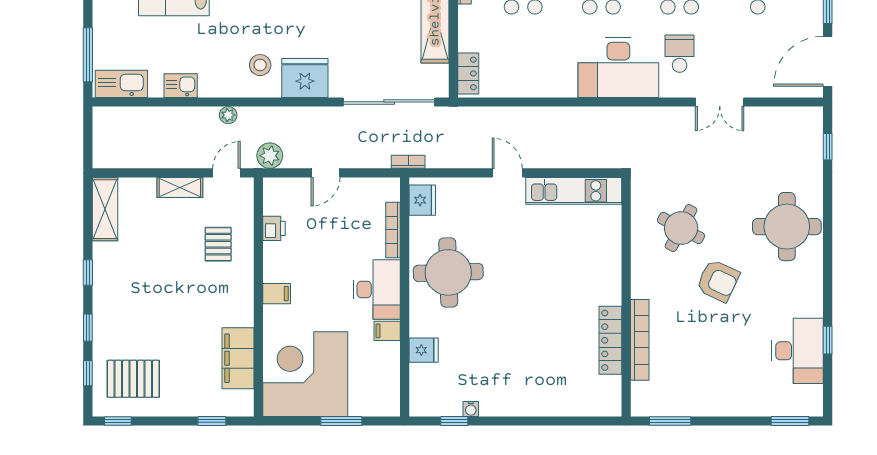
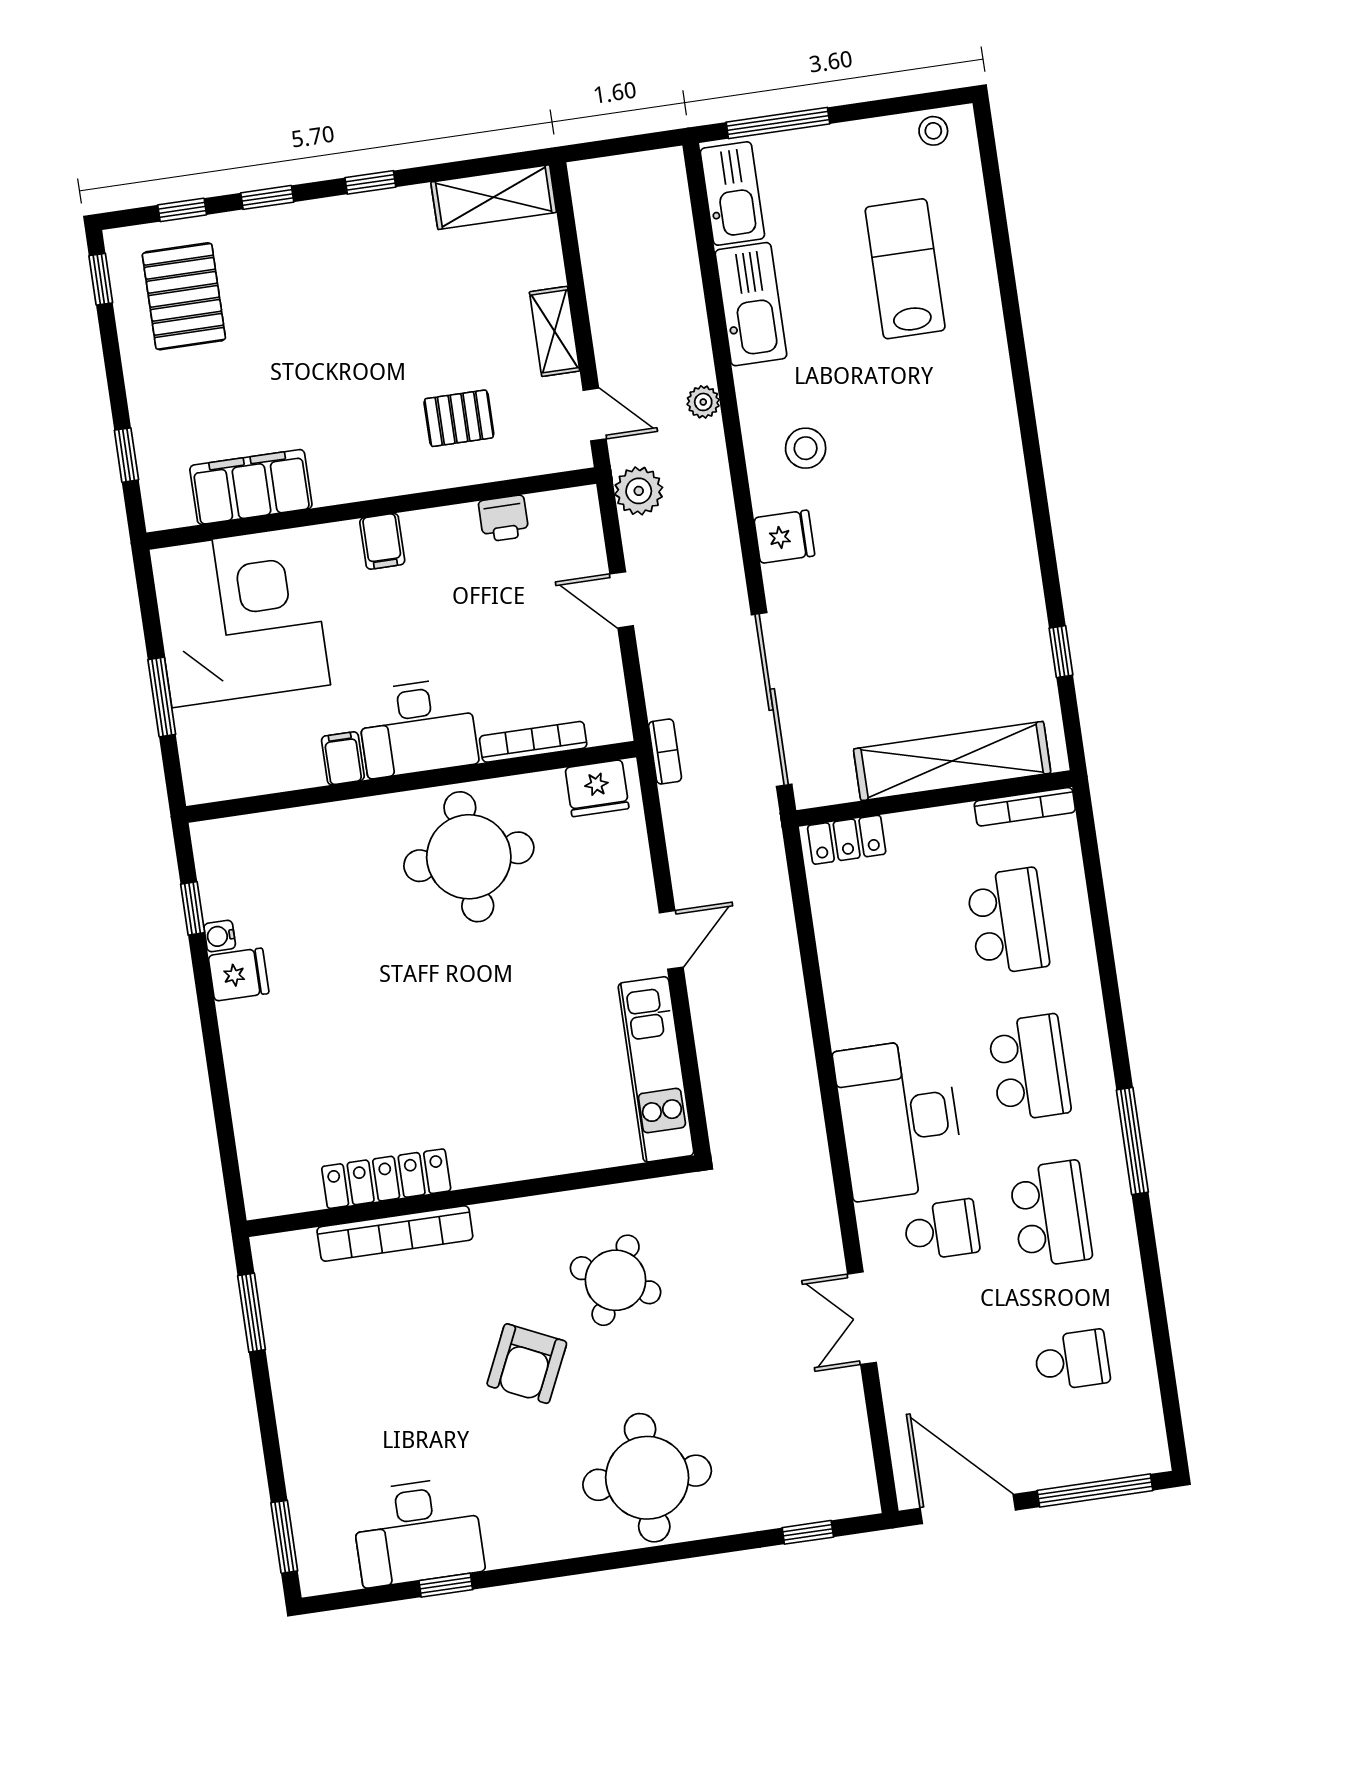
fridge: (305, 78) -> (784, 537), width x0.53, depth x0.75
kitchen sink: (181, 86) -> (751, 304), width x1.87, depth x1.24
fridge: (424, 350) -> (239, 975), moved, turned -90

